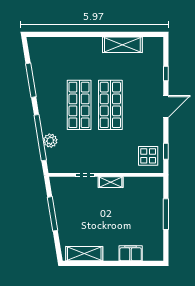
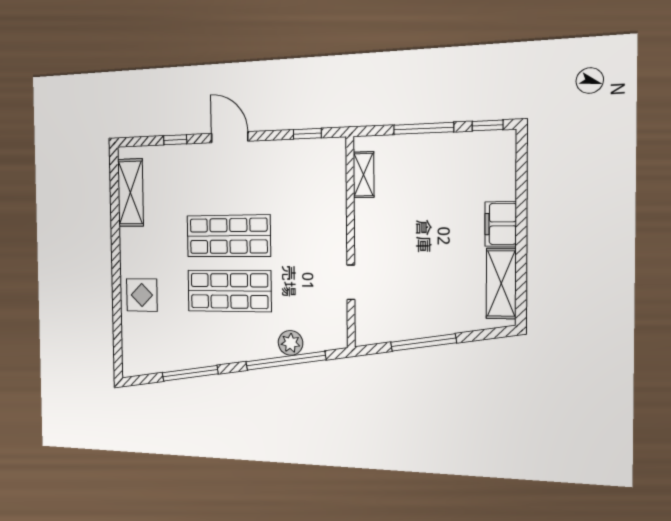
shelving: (122, 45) -> (131, 193), moved
display table: (148, 156) -> (142, 295), moved
shelving: (111, 182) -> (364, 175), moved
window: (166, 247) -> (488, 125), added
filing cabinet: (131, 253) -> (501, 224), moved

